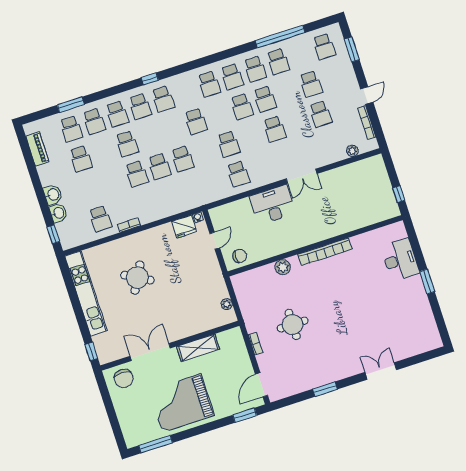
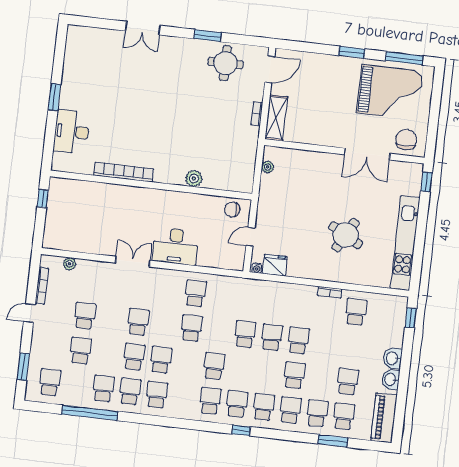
school desk: (209, 84) -> (210, 401), moved
piano: (37, 149) -> (384, 418), width x1.37, depth x1.33
washbasin: (58, 213) -> (391, 380), moved
bookcase: (325, 252) -> (124, 172), moved
round table: (293, 324) -> (225, 63), moved
shelving: (198, 348) -> (276, 118), moved, turned 90
grand piano: (182, 403) -> (390, 92), moved
window: (245, 415) -> (352, 52), moved

